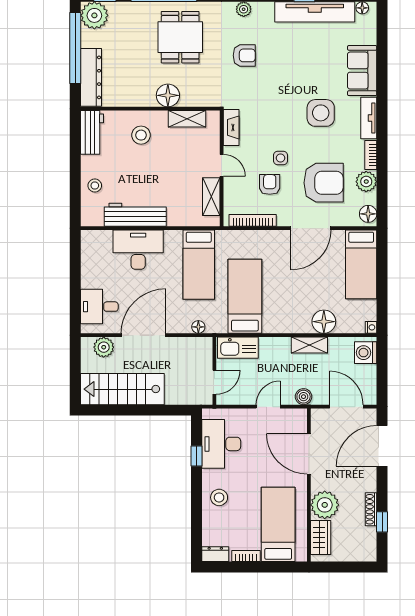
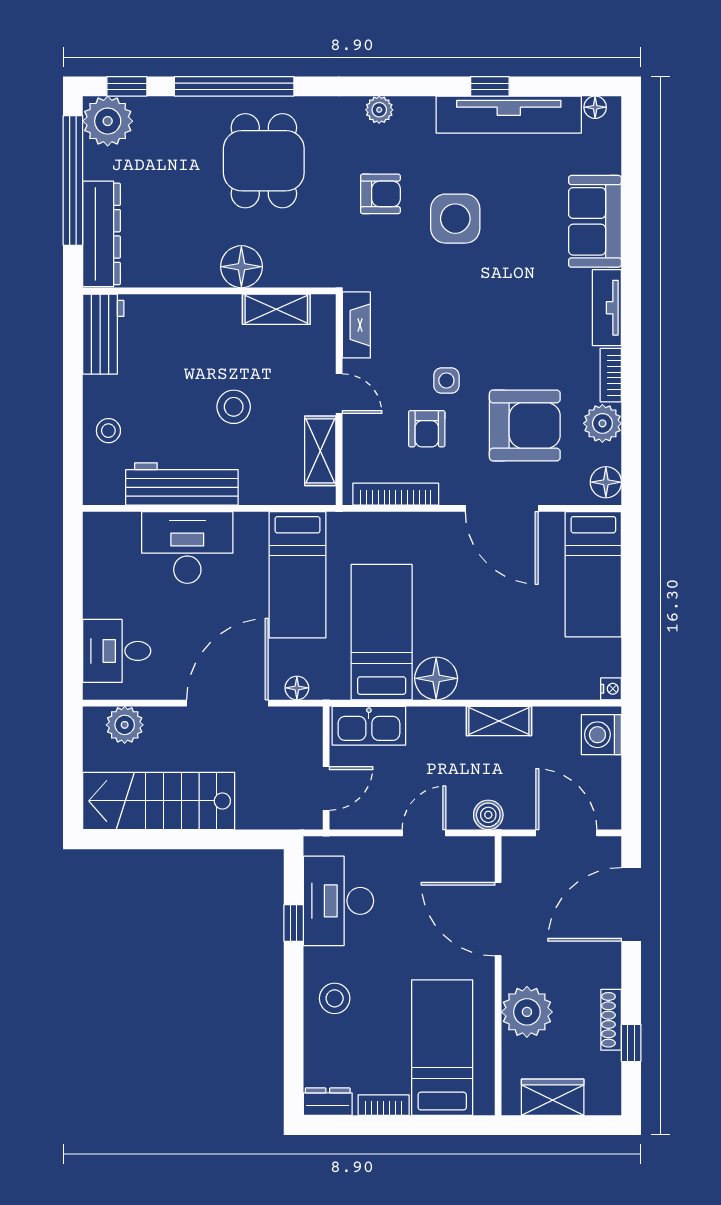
side table: (321, 113) -> (455, 219), moved
stool: (141, 135) -> (234, 407), moved
armchair: (270, 184) -> (427, 429), turned 180
door: (311, 228) -> (502, 508), hinge flipped
floor lamp: (324, 322) -> (436, 678), moved
door: (144, 335) -> (227, 703), moved
wardrobe: (321, 538) -> (553, 1097), moved, turned -90

